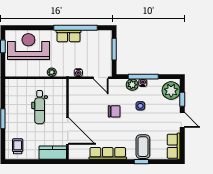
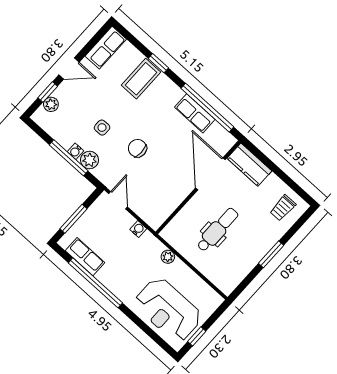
row of seats: (68, 36) -> (85, 257), moved
plant: (171, 91) -> (51, 104), width x0.53, depth x0.53
door: (182, 120) -> (69, 68), swing flipped
row of seats: (108, 153) -> (195, 113), width x0.68
window: (98, 162) -> (207, 108), added

